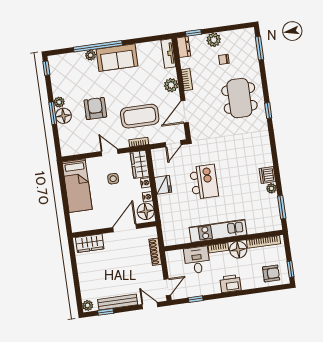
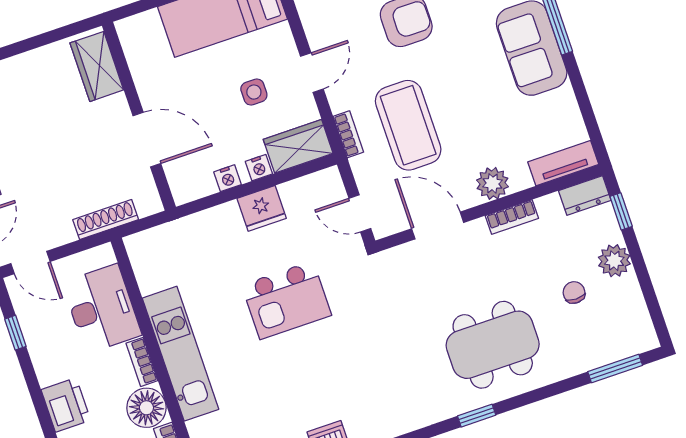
floor lamp: (146, 211) -> (194, 180), removed
desk: (197, 260) -> (102, 309), width x1.37

